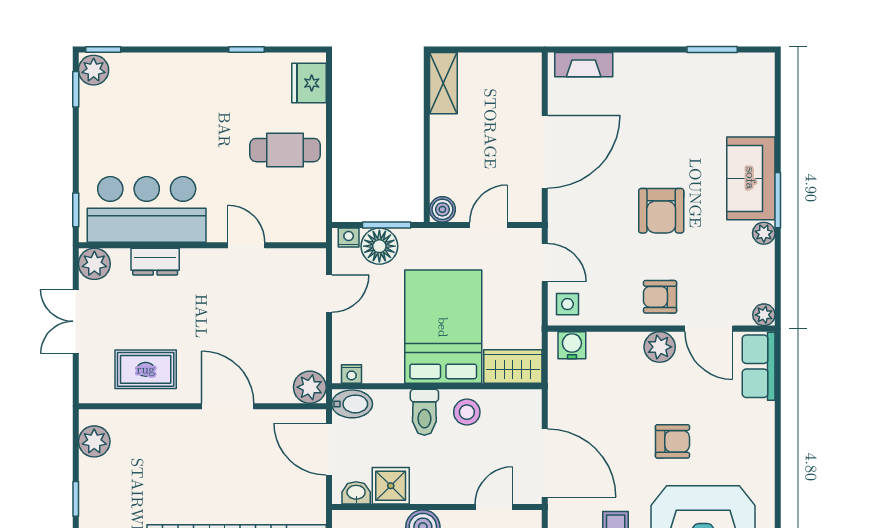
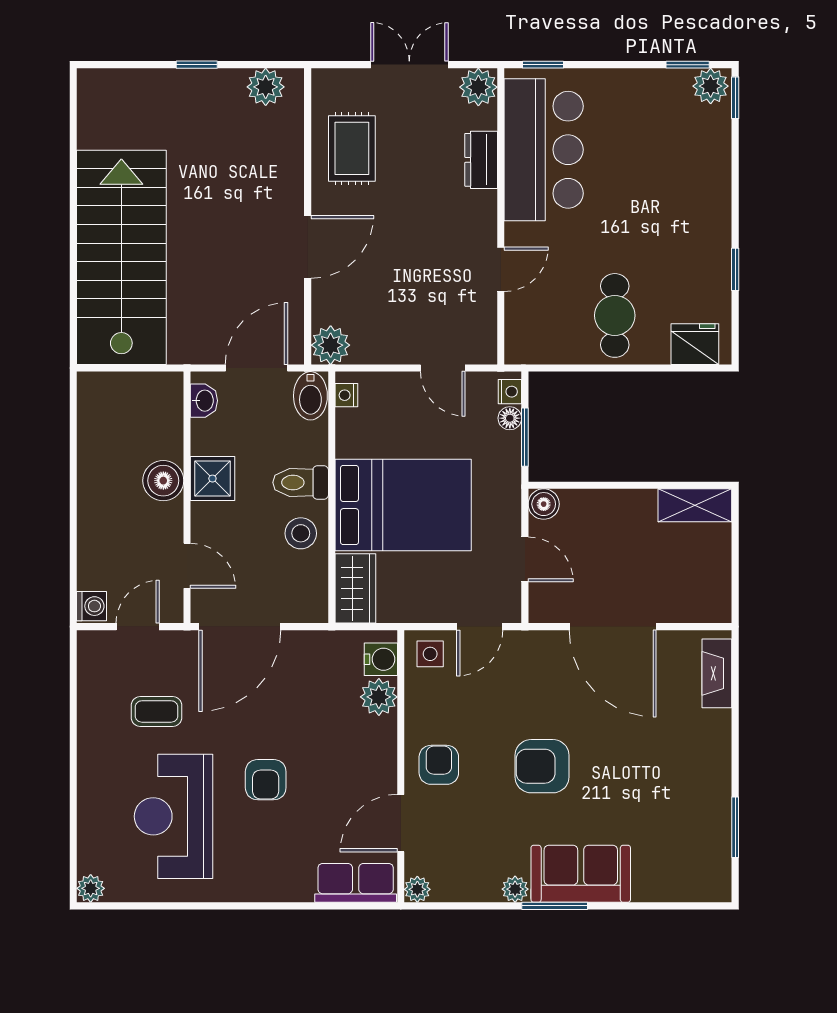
floor lamp: (379, 246) -> (510, 418), width x0.53, depth x0.53
plant: (660, 347) -> (379, 697), moved
shower: (391, 486) -> (212, 479), moved

